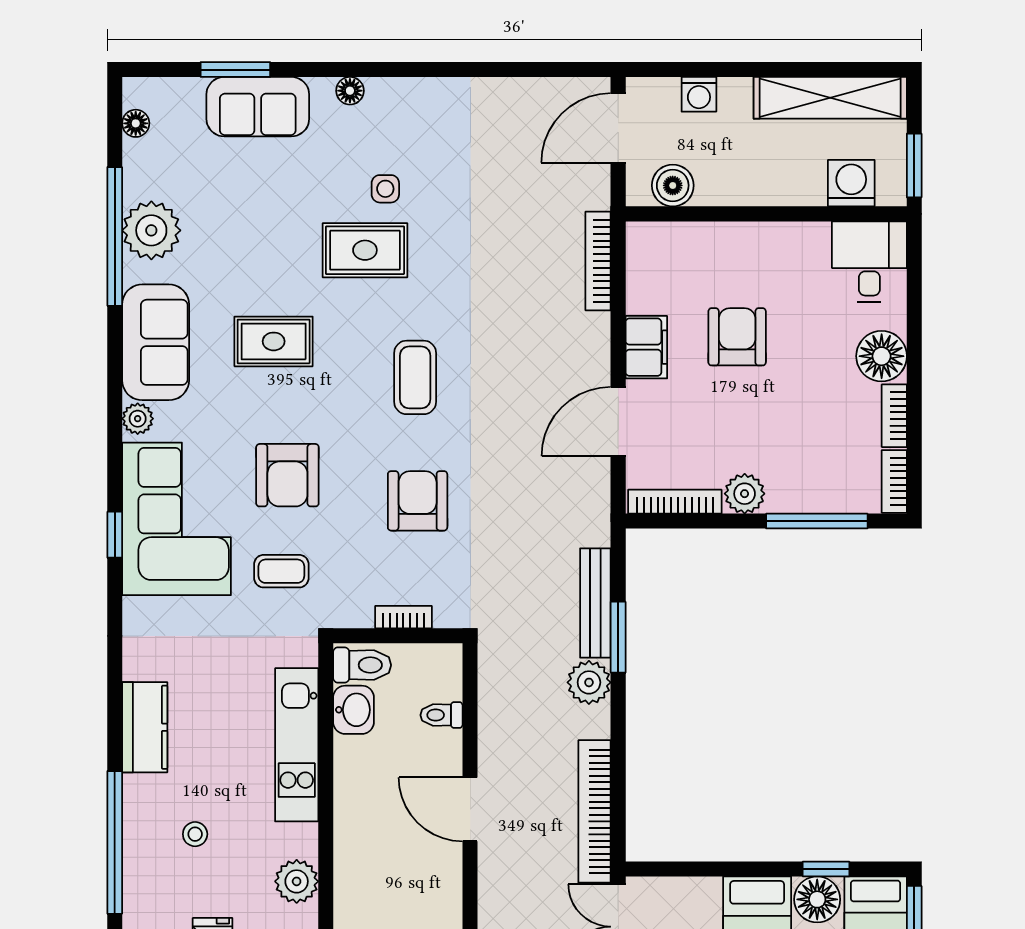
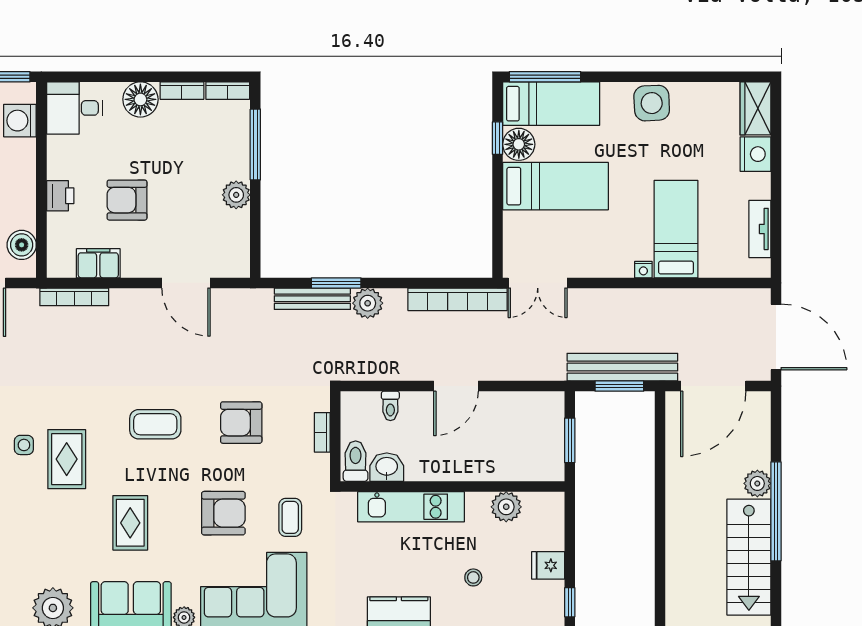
printer: (743, 241) -> (60, 196), added
filing cabinet: (646, 347) -> (98, 263), moved
bookcase: (675, 502) -> (242, 243), removed

